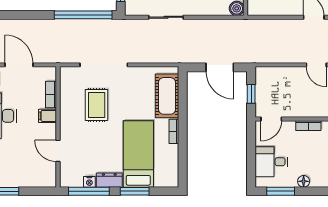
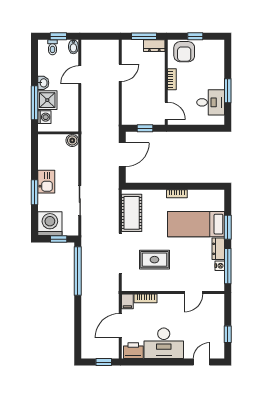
cot: (167, 96) -> (132, 213), moved, turned 90
filing cabinet: (47, 116) -> (127, 301), moved
desk: (271, 162) -> (211, 102), moved, turned -90
floor lamp: (304, 181) -> (219, 83), removed
window: (281, 191) -> (228, 91), moved

